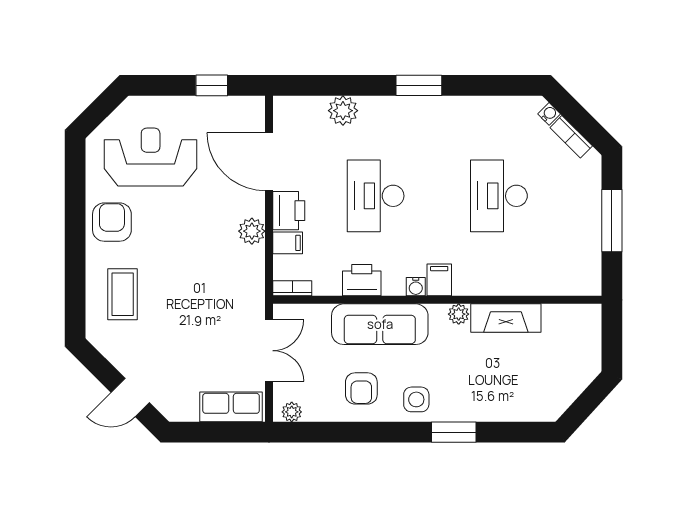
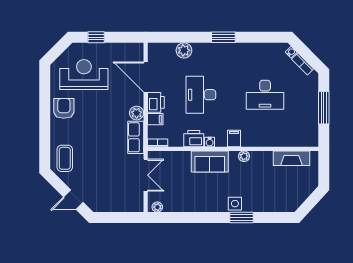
window: (212, 85) -> (96, 37), moved
desk: (499, 196) -> (265, 95), turned -90
water cooler: (416, 287) -> (210, 142), moved
coffee table: (123, 294) -> (65, 158), moved
fireplace: (506, 318) -> (291, 158), moved
sofa: (380, 324) -> (210, 161), width x0.73
armchair: (361, 388) -> (194, 195), removed
side table: (416, 399) -> (235, 204), moved
row of seats: (231, 407) -> (136, 137), moved, turned -90

